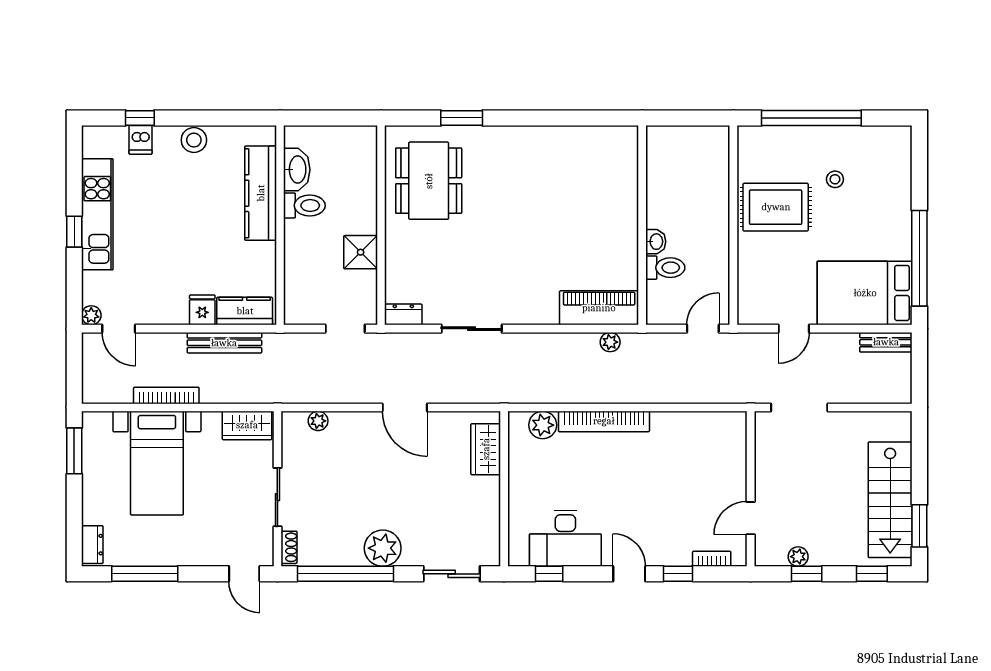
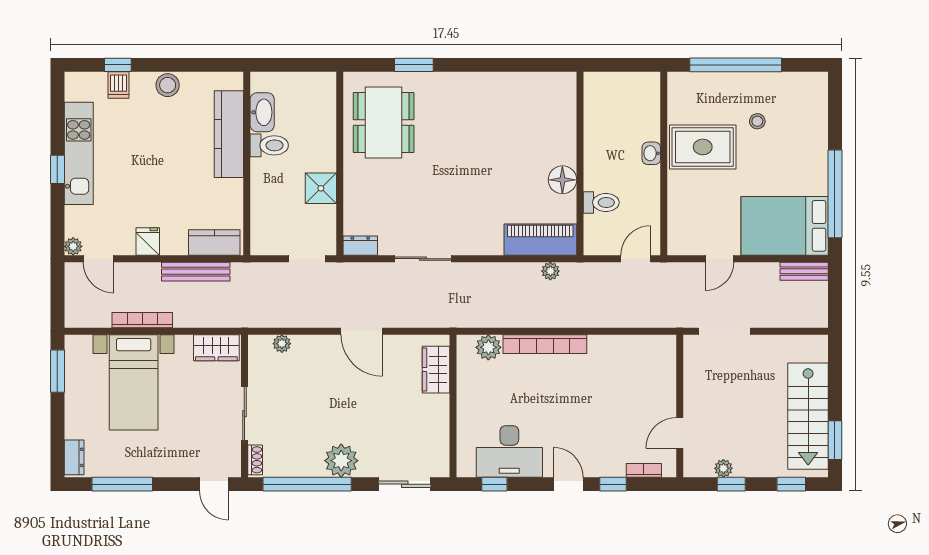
washbasin: (656, 242) -> (651, 153), moved, turned 180
floor lamp: (623, 243) -> (562, 180), added
fridge: (202, 310) -> (148, 241), moved

